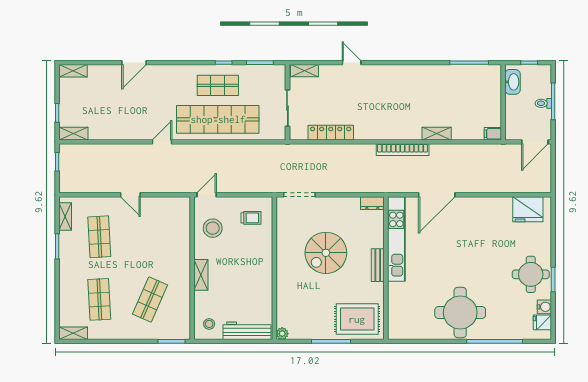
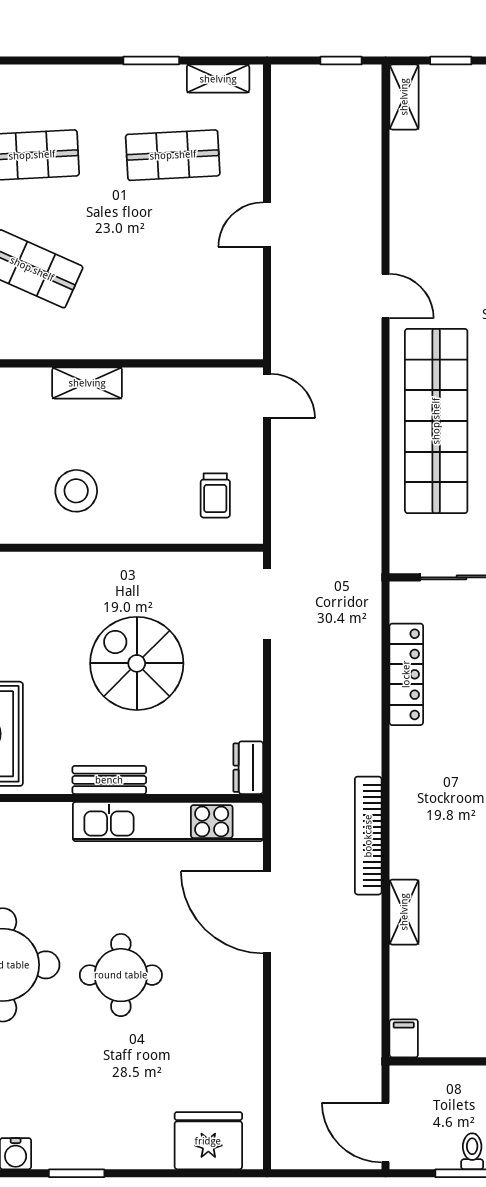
fridge: (528, 209) -> (208, 1141), moved, turned 90
stool: (213, 228) -> (76, 491), moved
round table: (531, 274) -> (121, 975), moved

